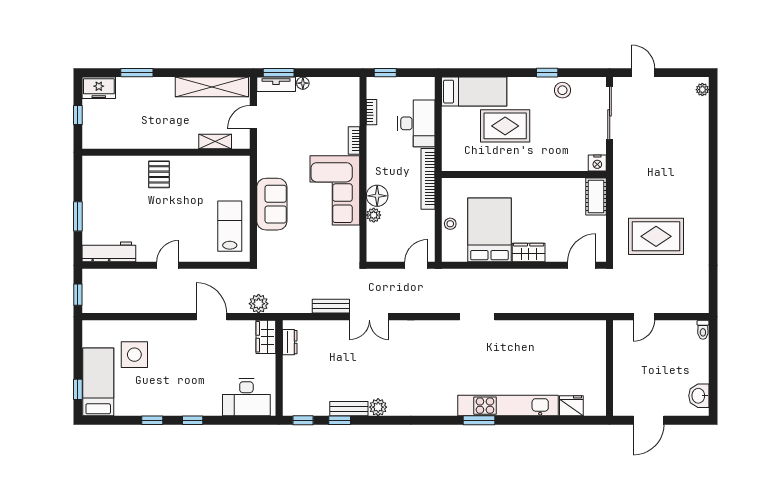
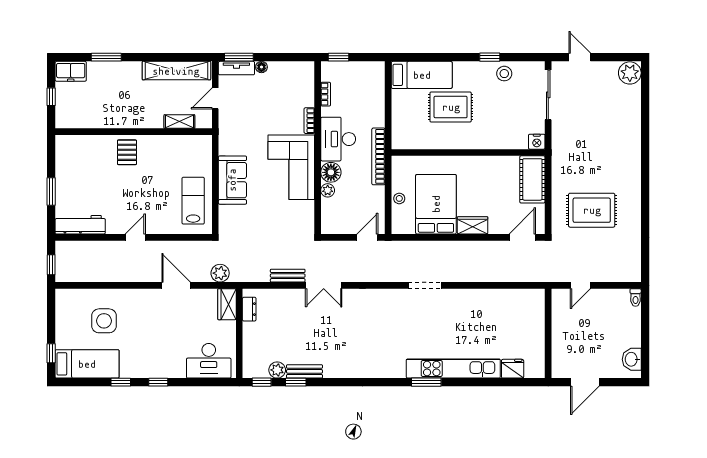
plant: (702, 90) -> (630, 73), width x1.88, depth x1.88
desk: (416, 123) -> (338, 139), moved, turned 180
cot: (596, 197) -> (532, 179), width x1.37, depth x1.34
bed: (98, 382) -> (87, 364), moved, turned 90
plant: (378, 407) -> (277, 370), moved

